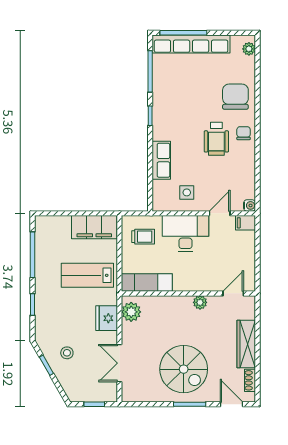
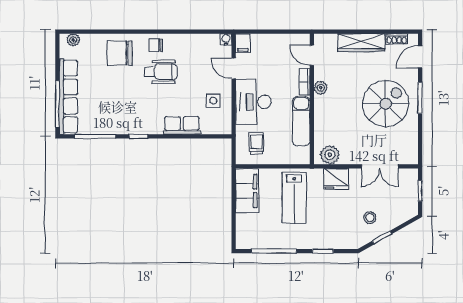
exam couch: (147, 283) -> (301, 121), moved
bookcase: (206, 286) -> (305, 82), added

